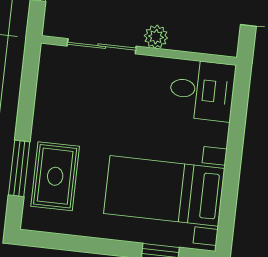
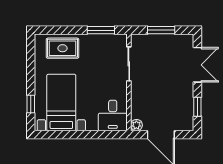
plant: (156, 37) -> (136, 125), moved
window: (19, 168) -> (101, 30), moved

